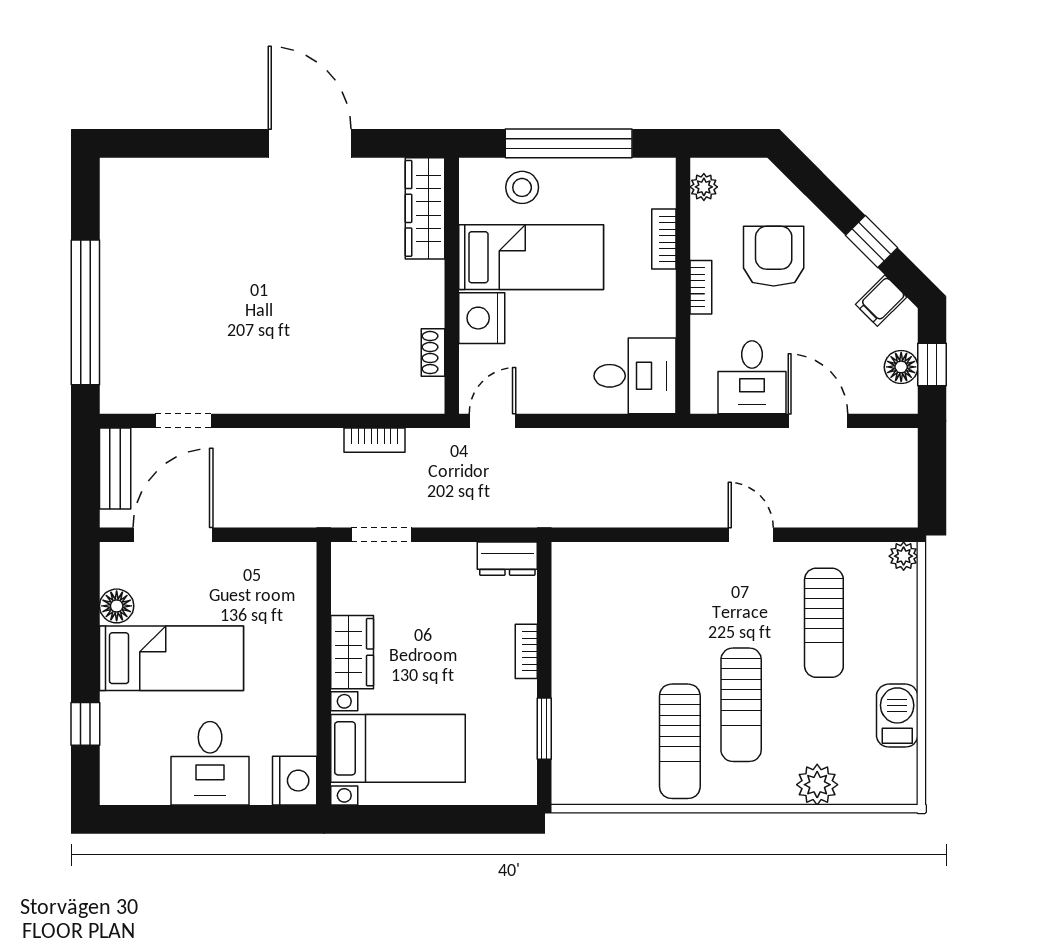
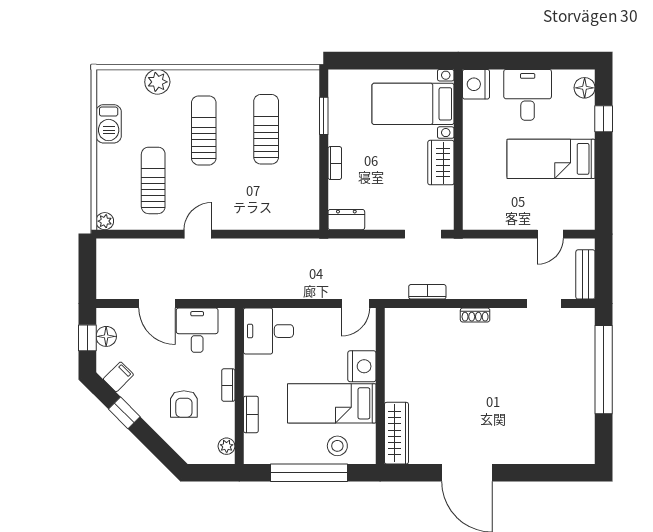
armchair: (774, 256) -> (184, 404), width x0.72, depth x0.72
shoe rack: (433, 353) -> (475, 315), moved, turned 90
door: (173, 535) -> (550, 234), width x0.53
door: (751, 535) -> (198, 234), swing flipped
floor lamp: (117, 606) -> (585, 88), moved
sun lounger: (680, 741) -> (266, 129), moved

